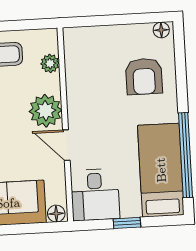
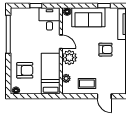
armchair: (144, 76) -> (25, 70), turned 90
bed: (161, 170) -> (51, 74), moved, turned 180

